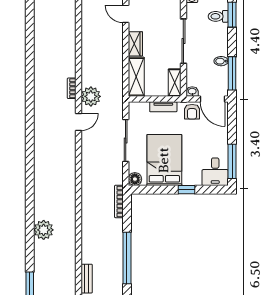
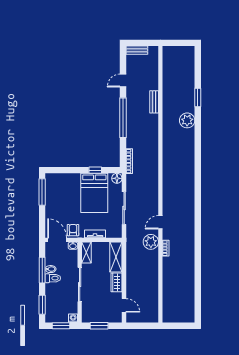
toilet: (218, 16) -> (53, 278), moved
window: (232, 73) -> (42, 270), moved
desk: (215, 172) -> (55, 184), removed
window: (187, 190) -> (95, 170), moved
plant: (44, 230) -> (187, 120), moved

